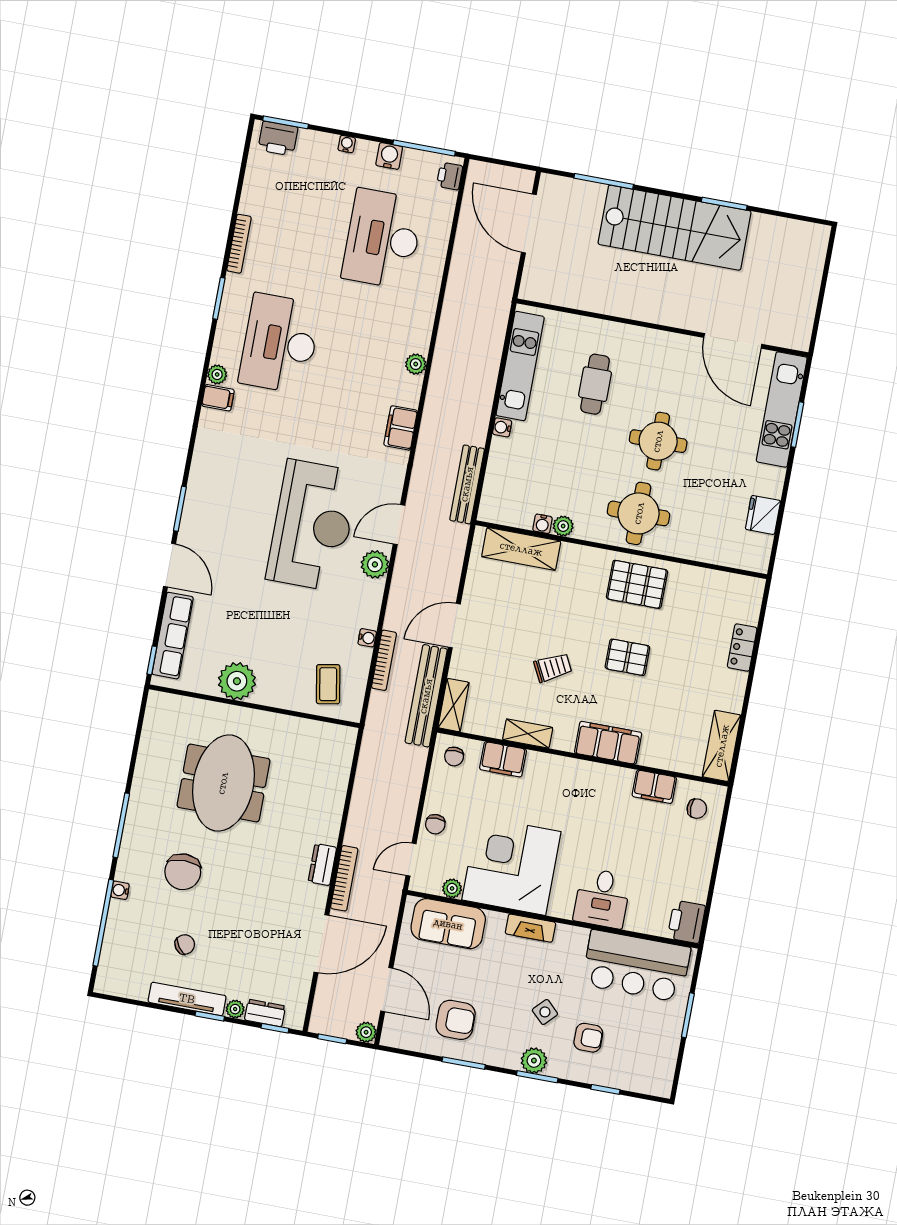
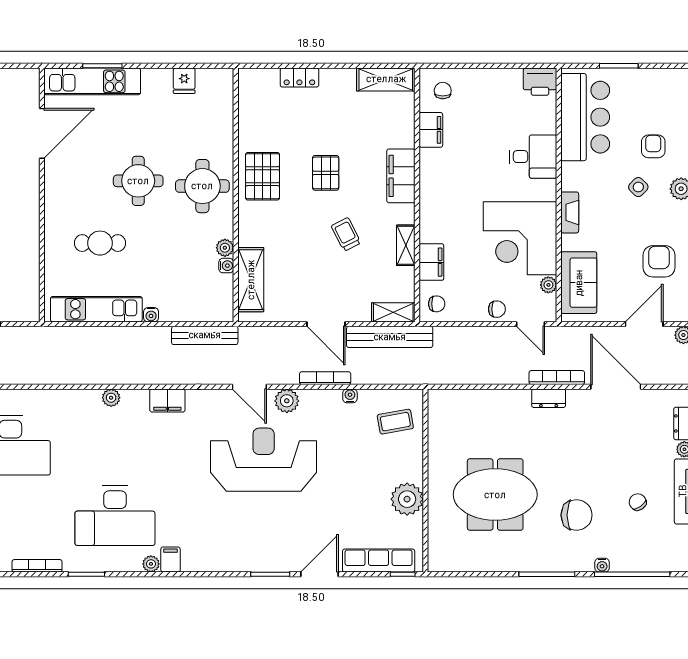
fridge: (763, 515) -> (184, 81), width x0.72
bookcase: (384, 660) -> (325, 378), moved

